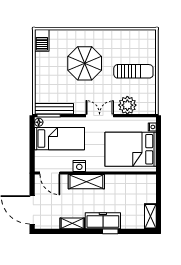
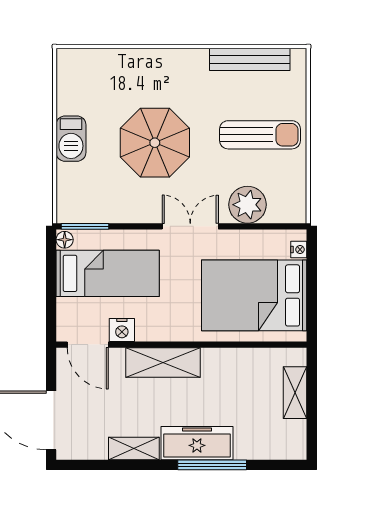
barbecue: (42, 40) -> (71, 139), moved
parasol: (85, 63) -> (155, 143), moved
bench: (54, 109) -> (250, 59), moved
nightstand: (79, 166) -> (122, 330), moved
shelving: (150, 216) -> (295, 393), moved
window: (110, 231) -> (212, 465), width x2.17

